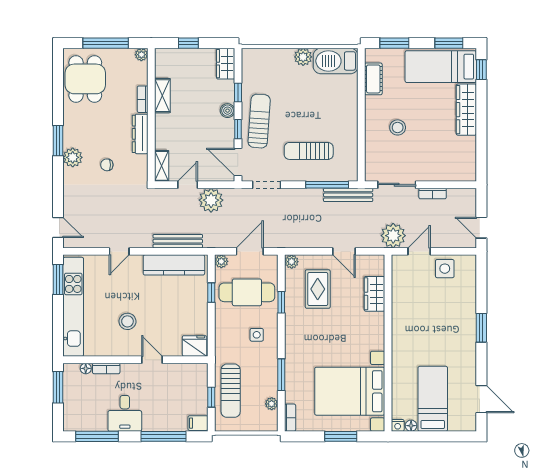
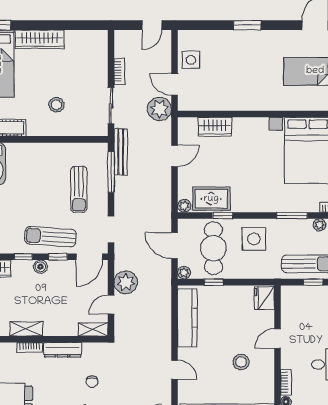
door: (188, 185) -> (111, 305), hinge flipped
bench: (178, 241) -> (165, 314), removed
rug: (318, 289) -> (211, 199), moved
side table: (257, 335) -> (254, 239), width x1.87, depth x1.87

